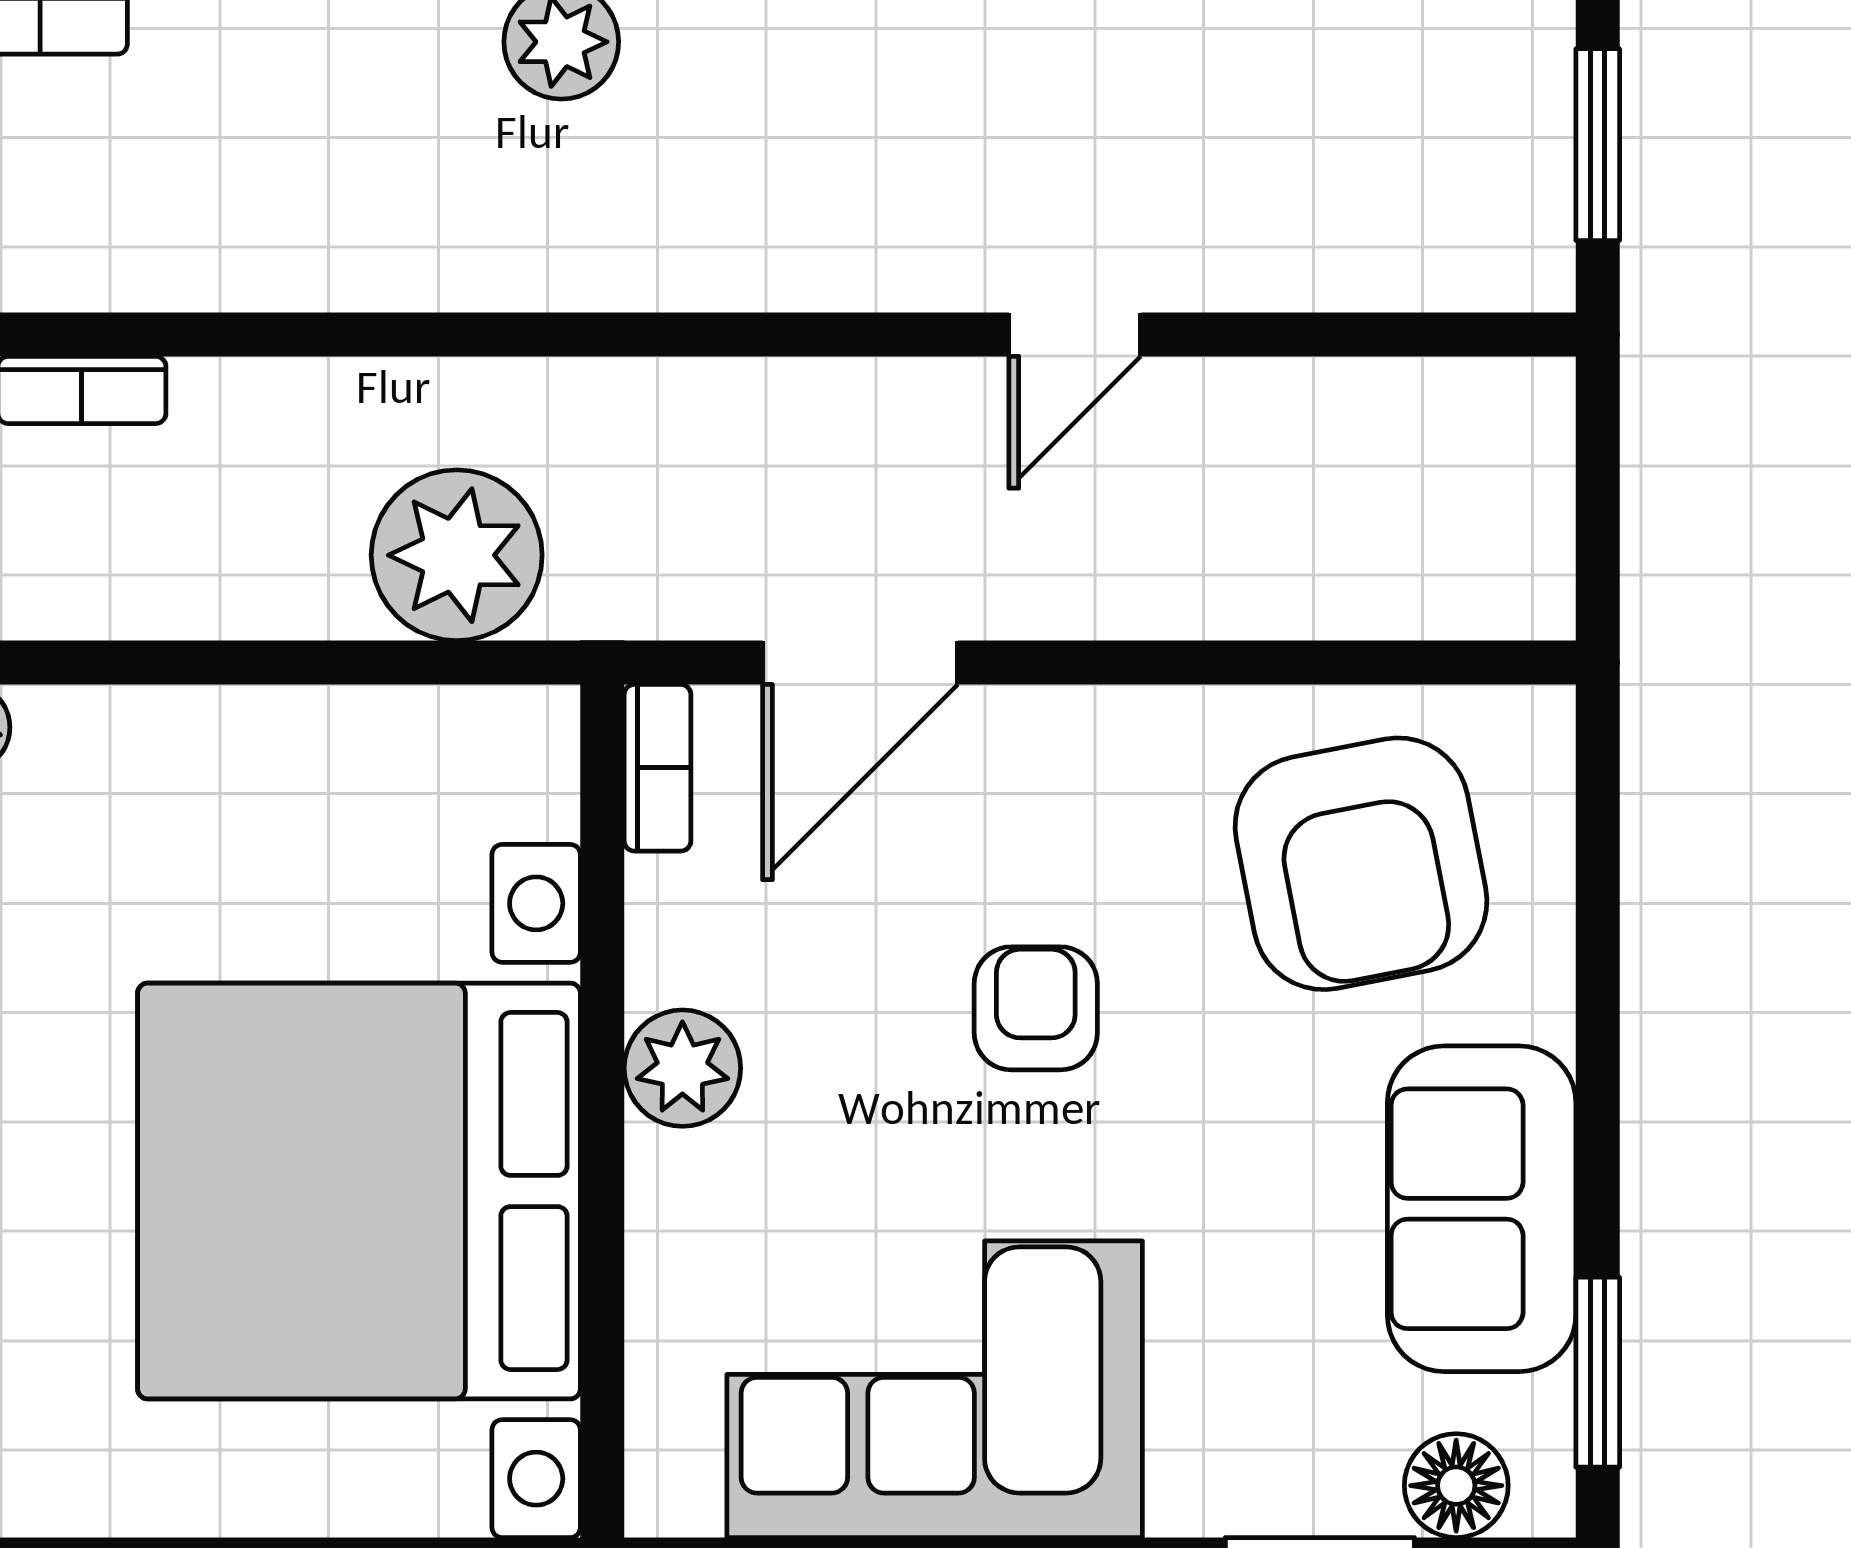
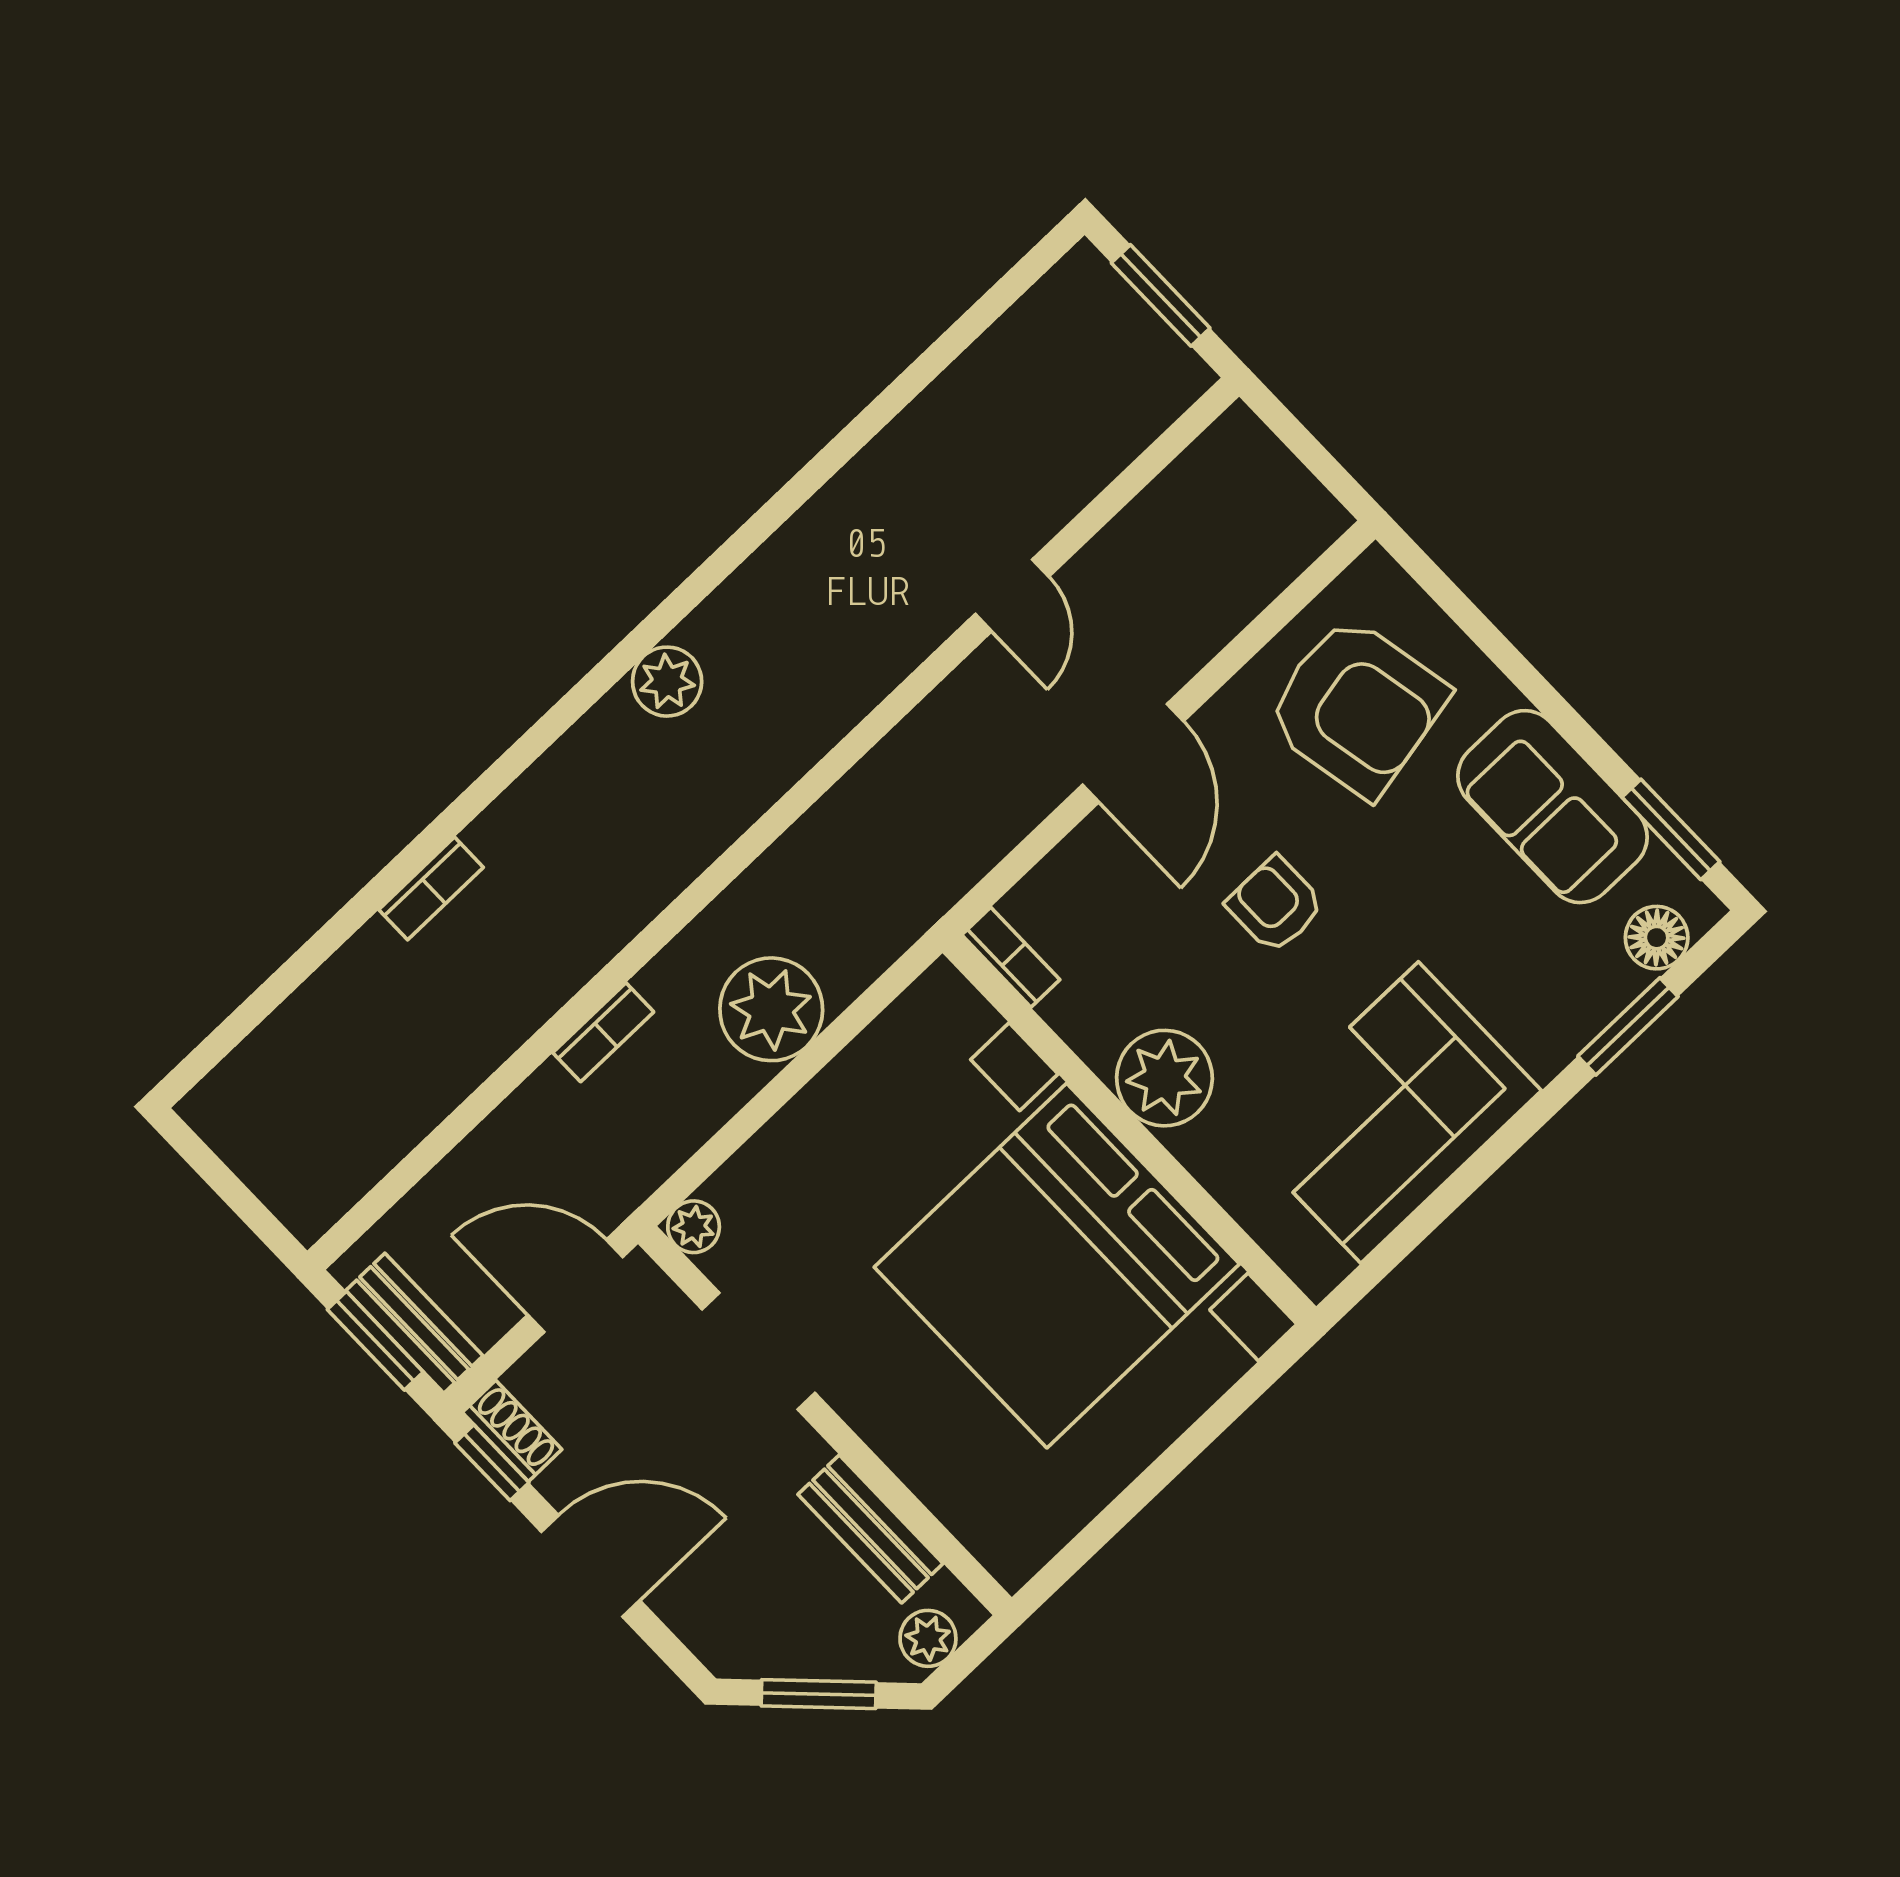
plant: (457, 555) -> (771, 1009), moved
door: (860, 663) -> (1133, 753), moved
plant: (682, 1068) -> (1164, 1078), width x1.36, depth x1.36

